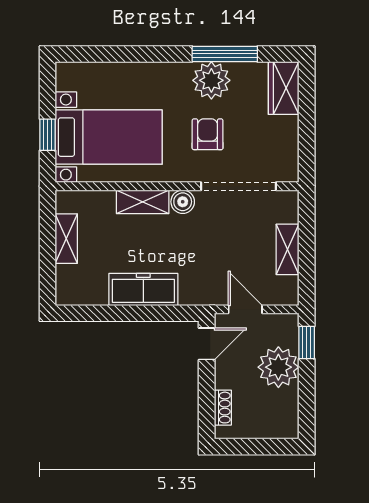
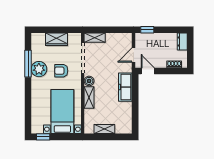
wardrobe: (284, 88) -> (56, 39), moved
window: (47, 135) -> (43, 137), moved
shelving: (288, 249) -> (95, 38), moved
freezer: (143, 290) -> (125, 87), moved
plant: (278, 367) -> (157, 41), removed
dresser: (278, 427) -> (182, 42), added

